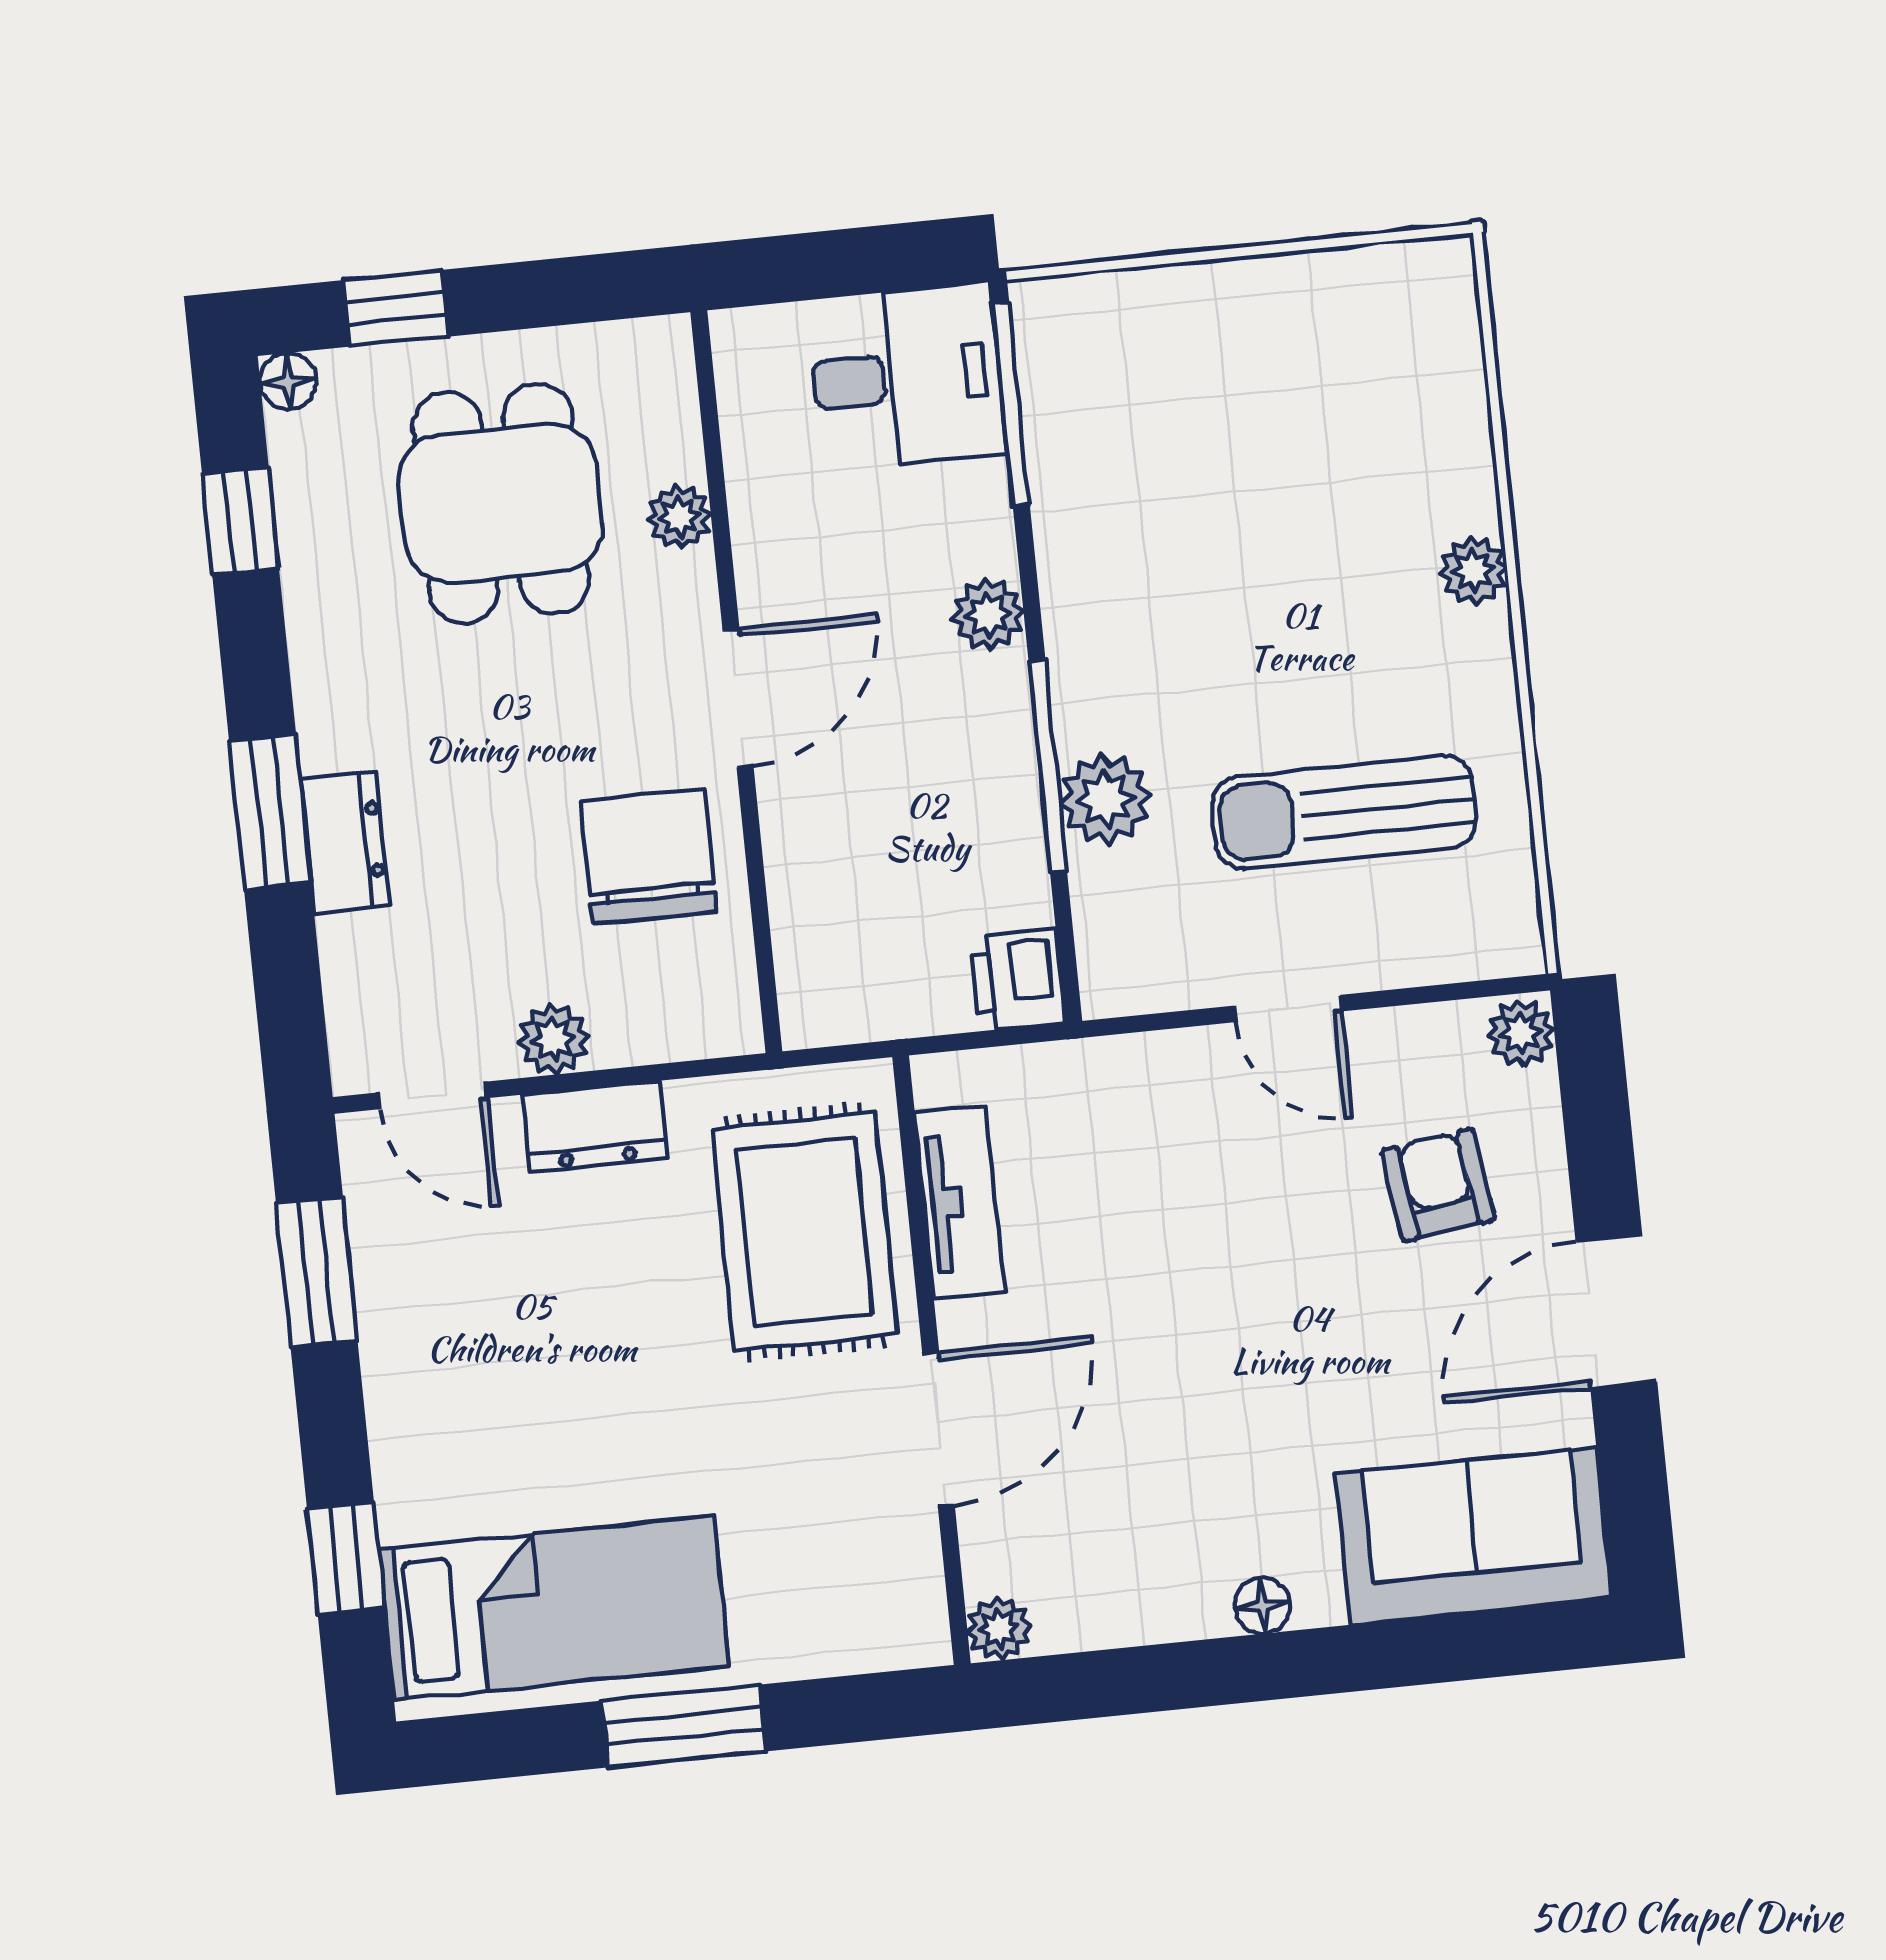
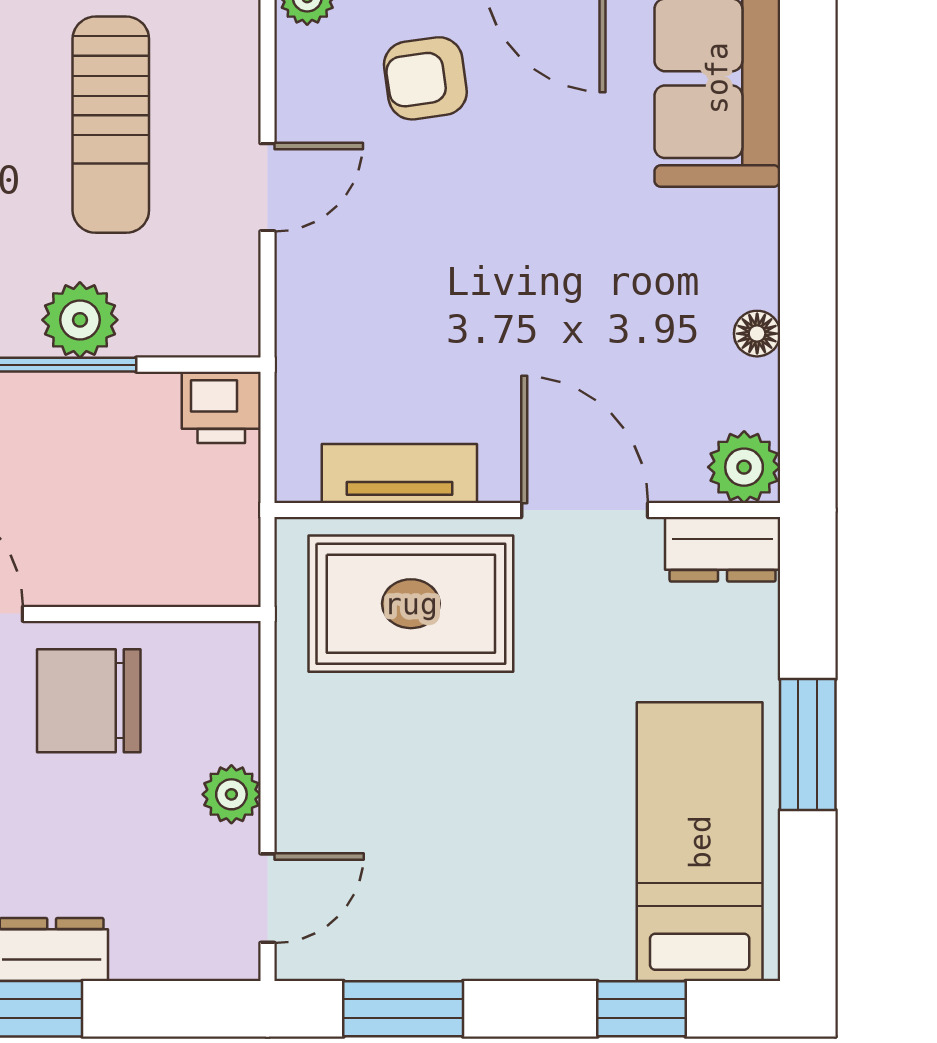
dresser: (595, 1127) -> (723, 549), moved, turned 90
floor lamp: (1262, 1606) -> (757, 334), moved
plant: (999, 1629) -> (744, 467), width x1.38, depth x1.38

